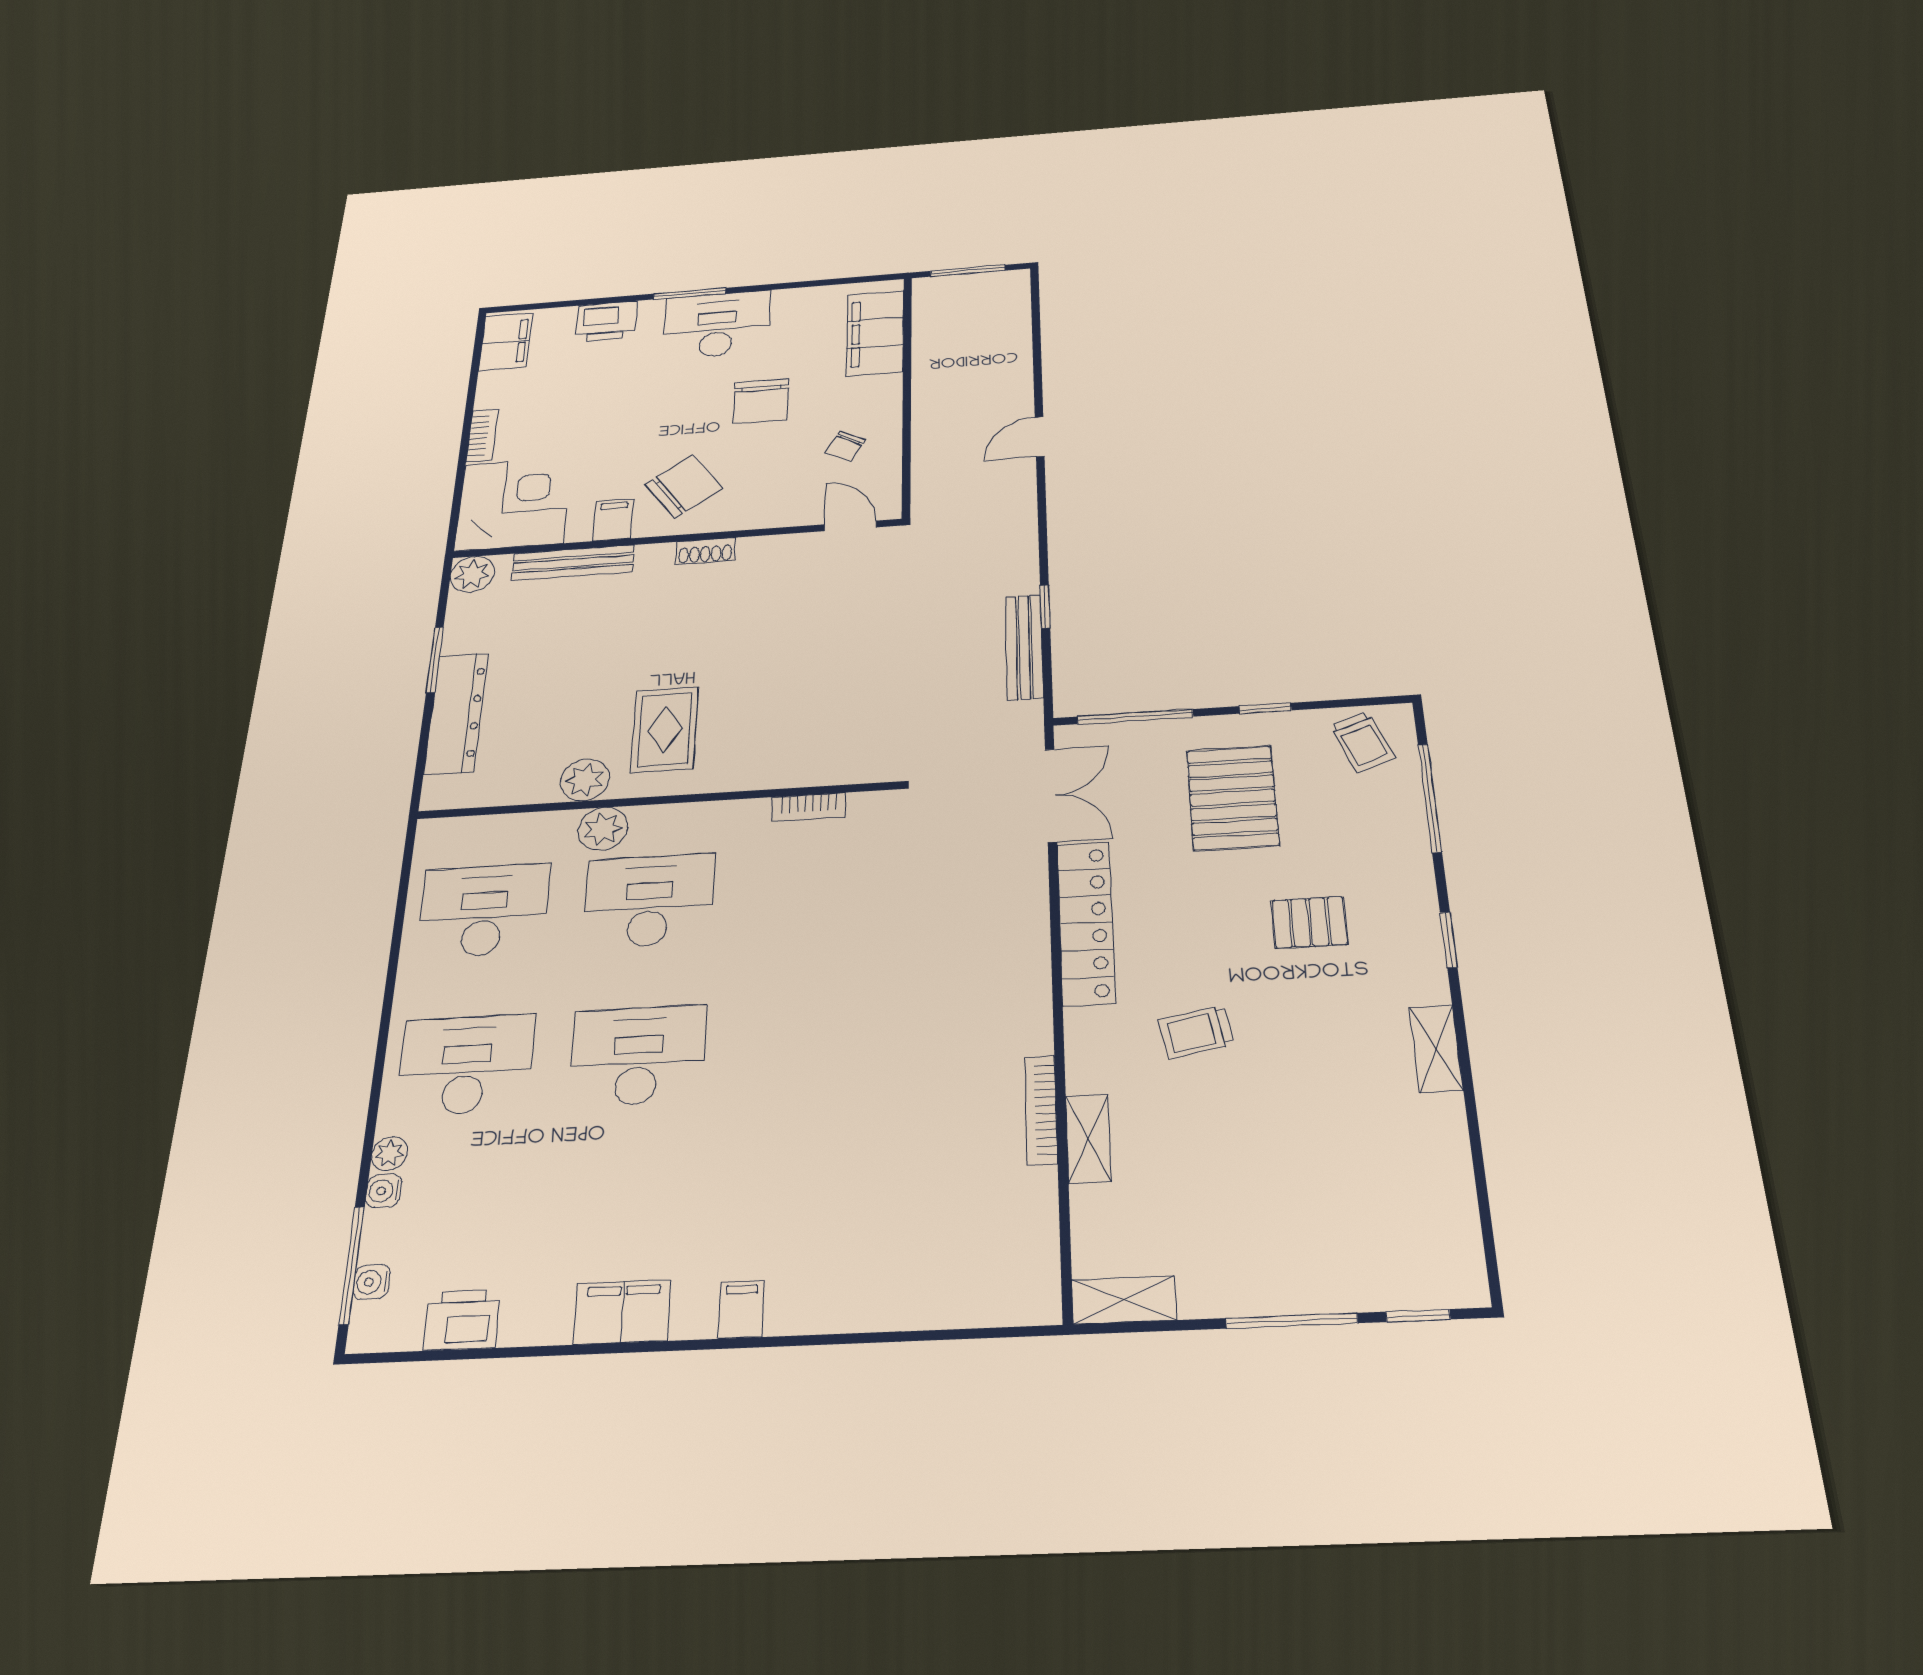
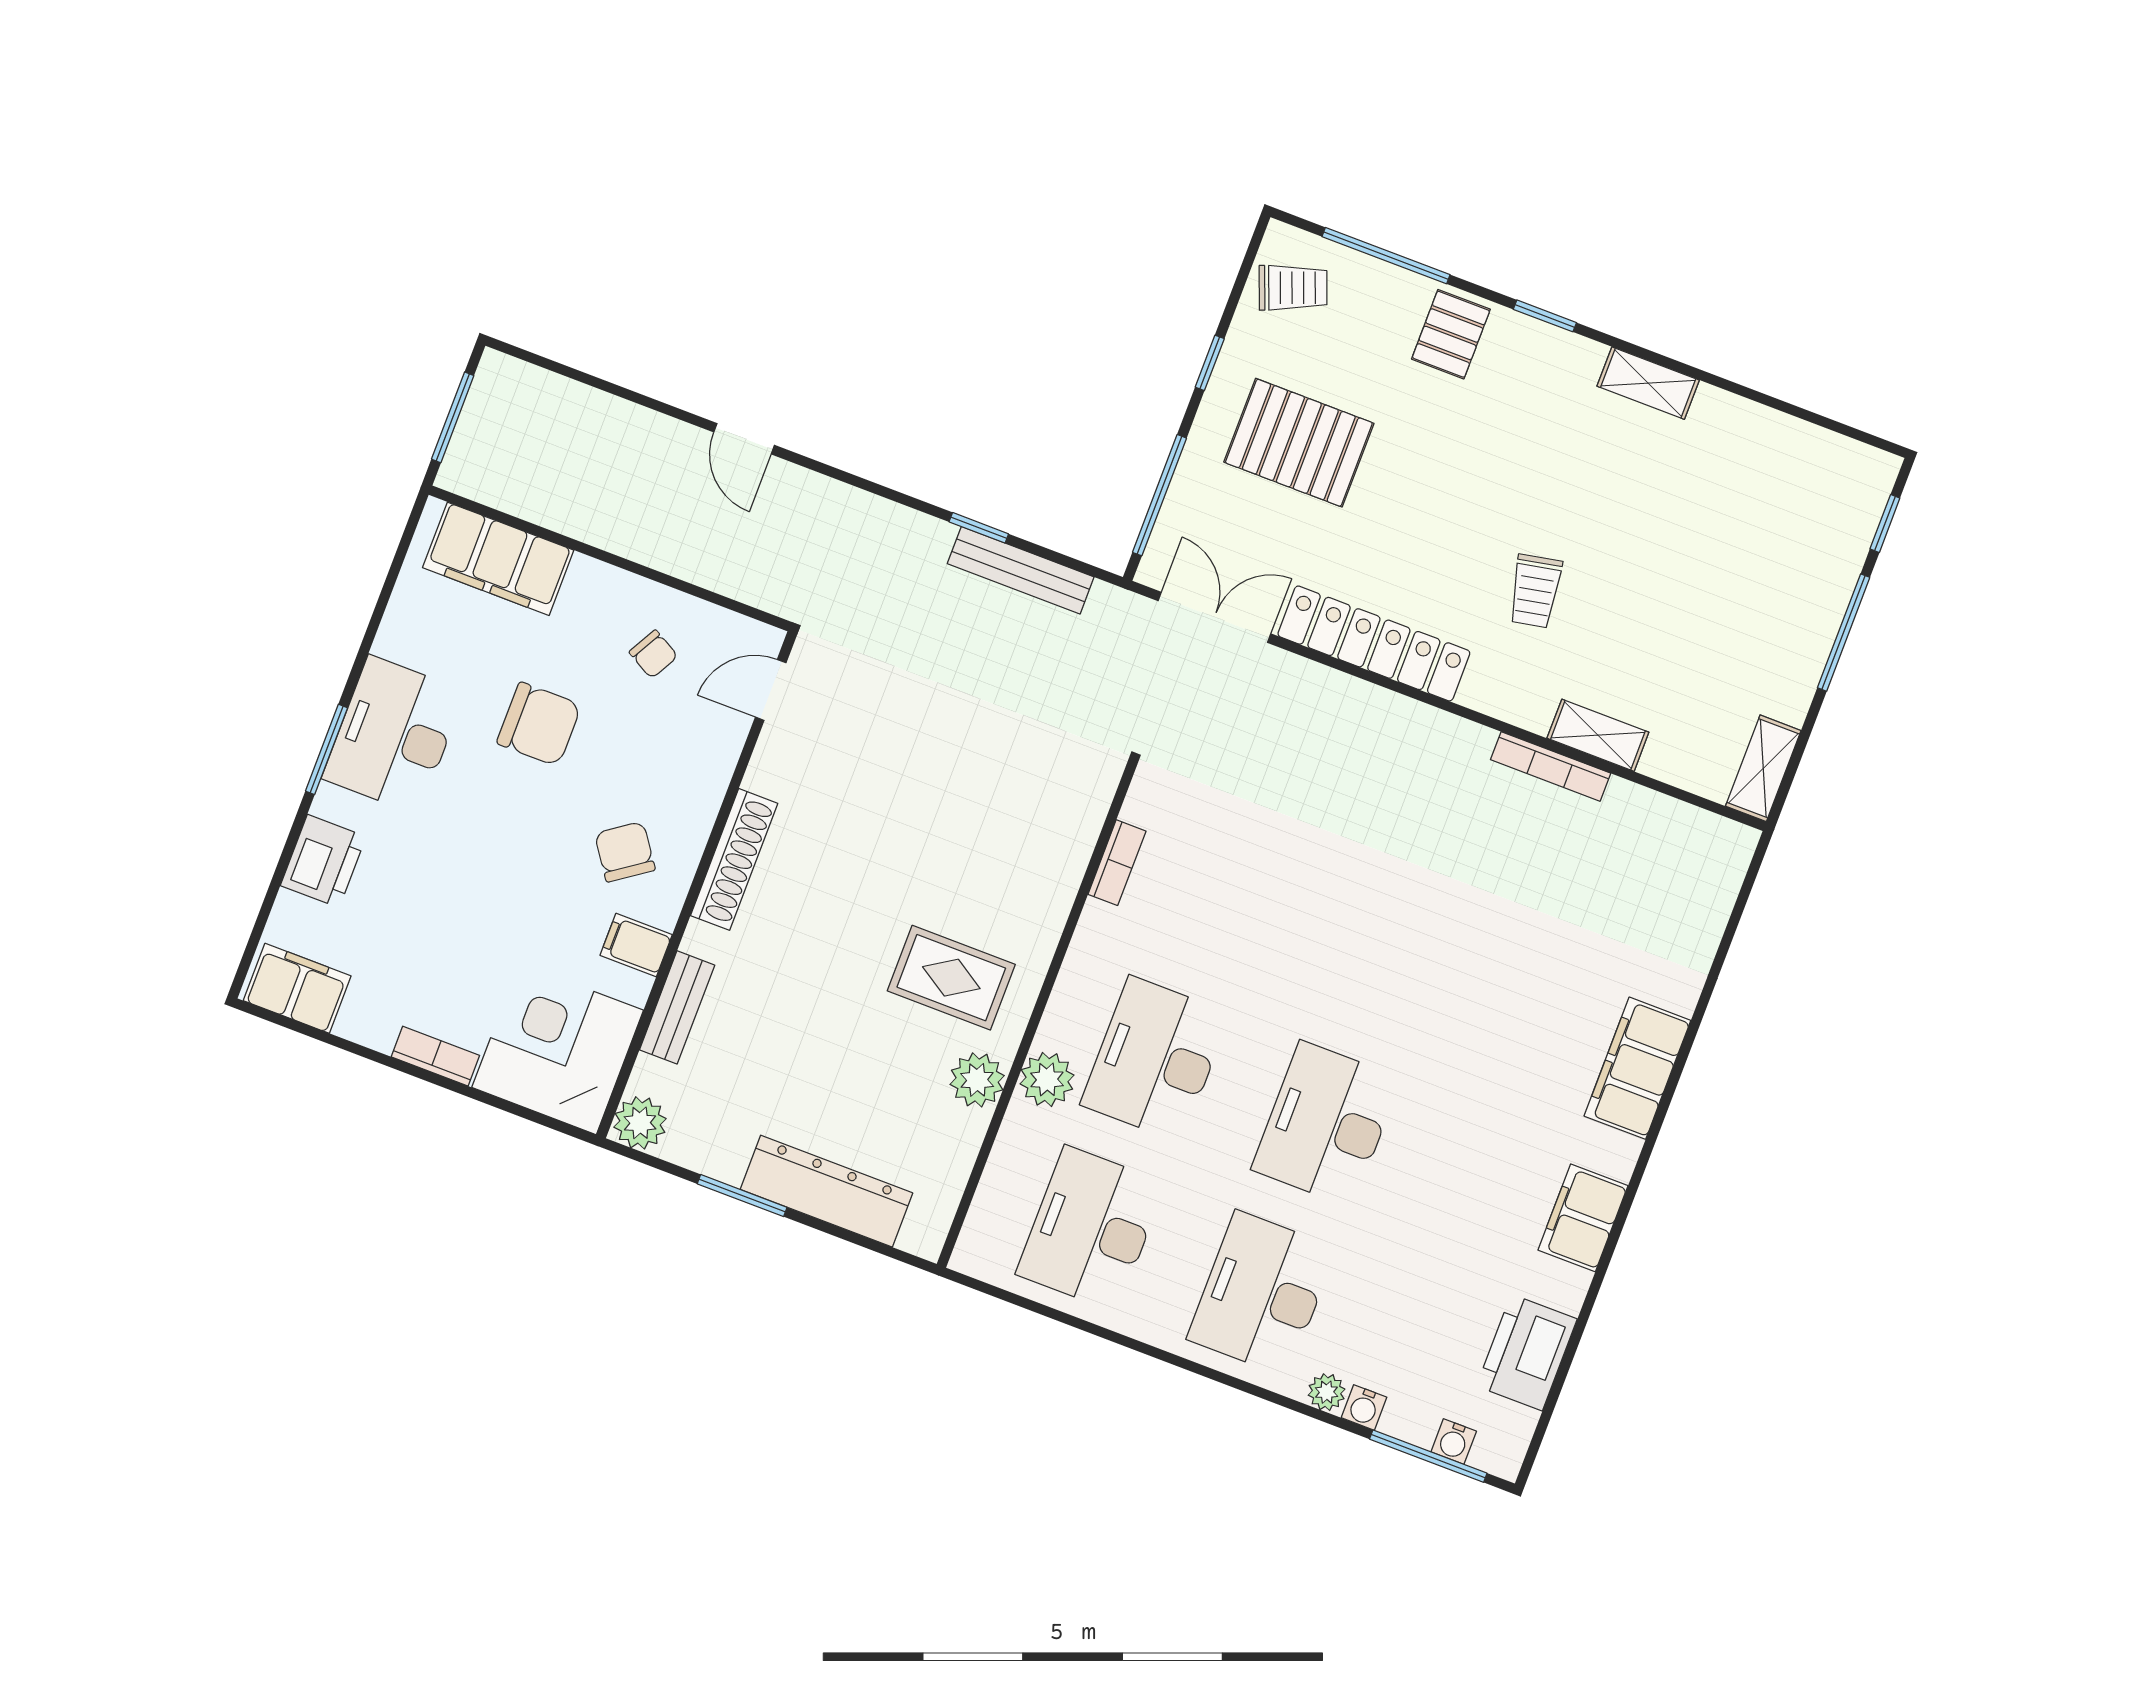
chair: (684, 486) -> (625, 852), width x0.73, depth x0.73
shoe rack: (705, 551) -> (734, 859), width x1.94, depth x1.24
bench: (573, 563) -> (677, 1007), width x0.73
pallet: (1310, 922) -> (1451, 334), moved
filing cabinet: (741, 1309) -> (1637, 1068), width x3.00, depth x1.17
printer: (462, 1320) -> (1527, 1353), width x1.37, depth x1.19

